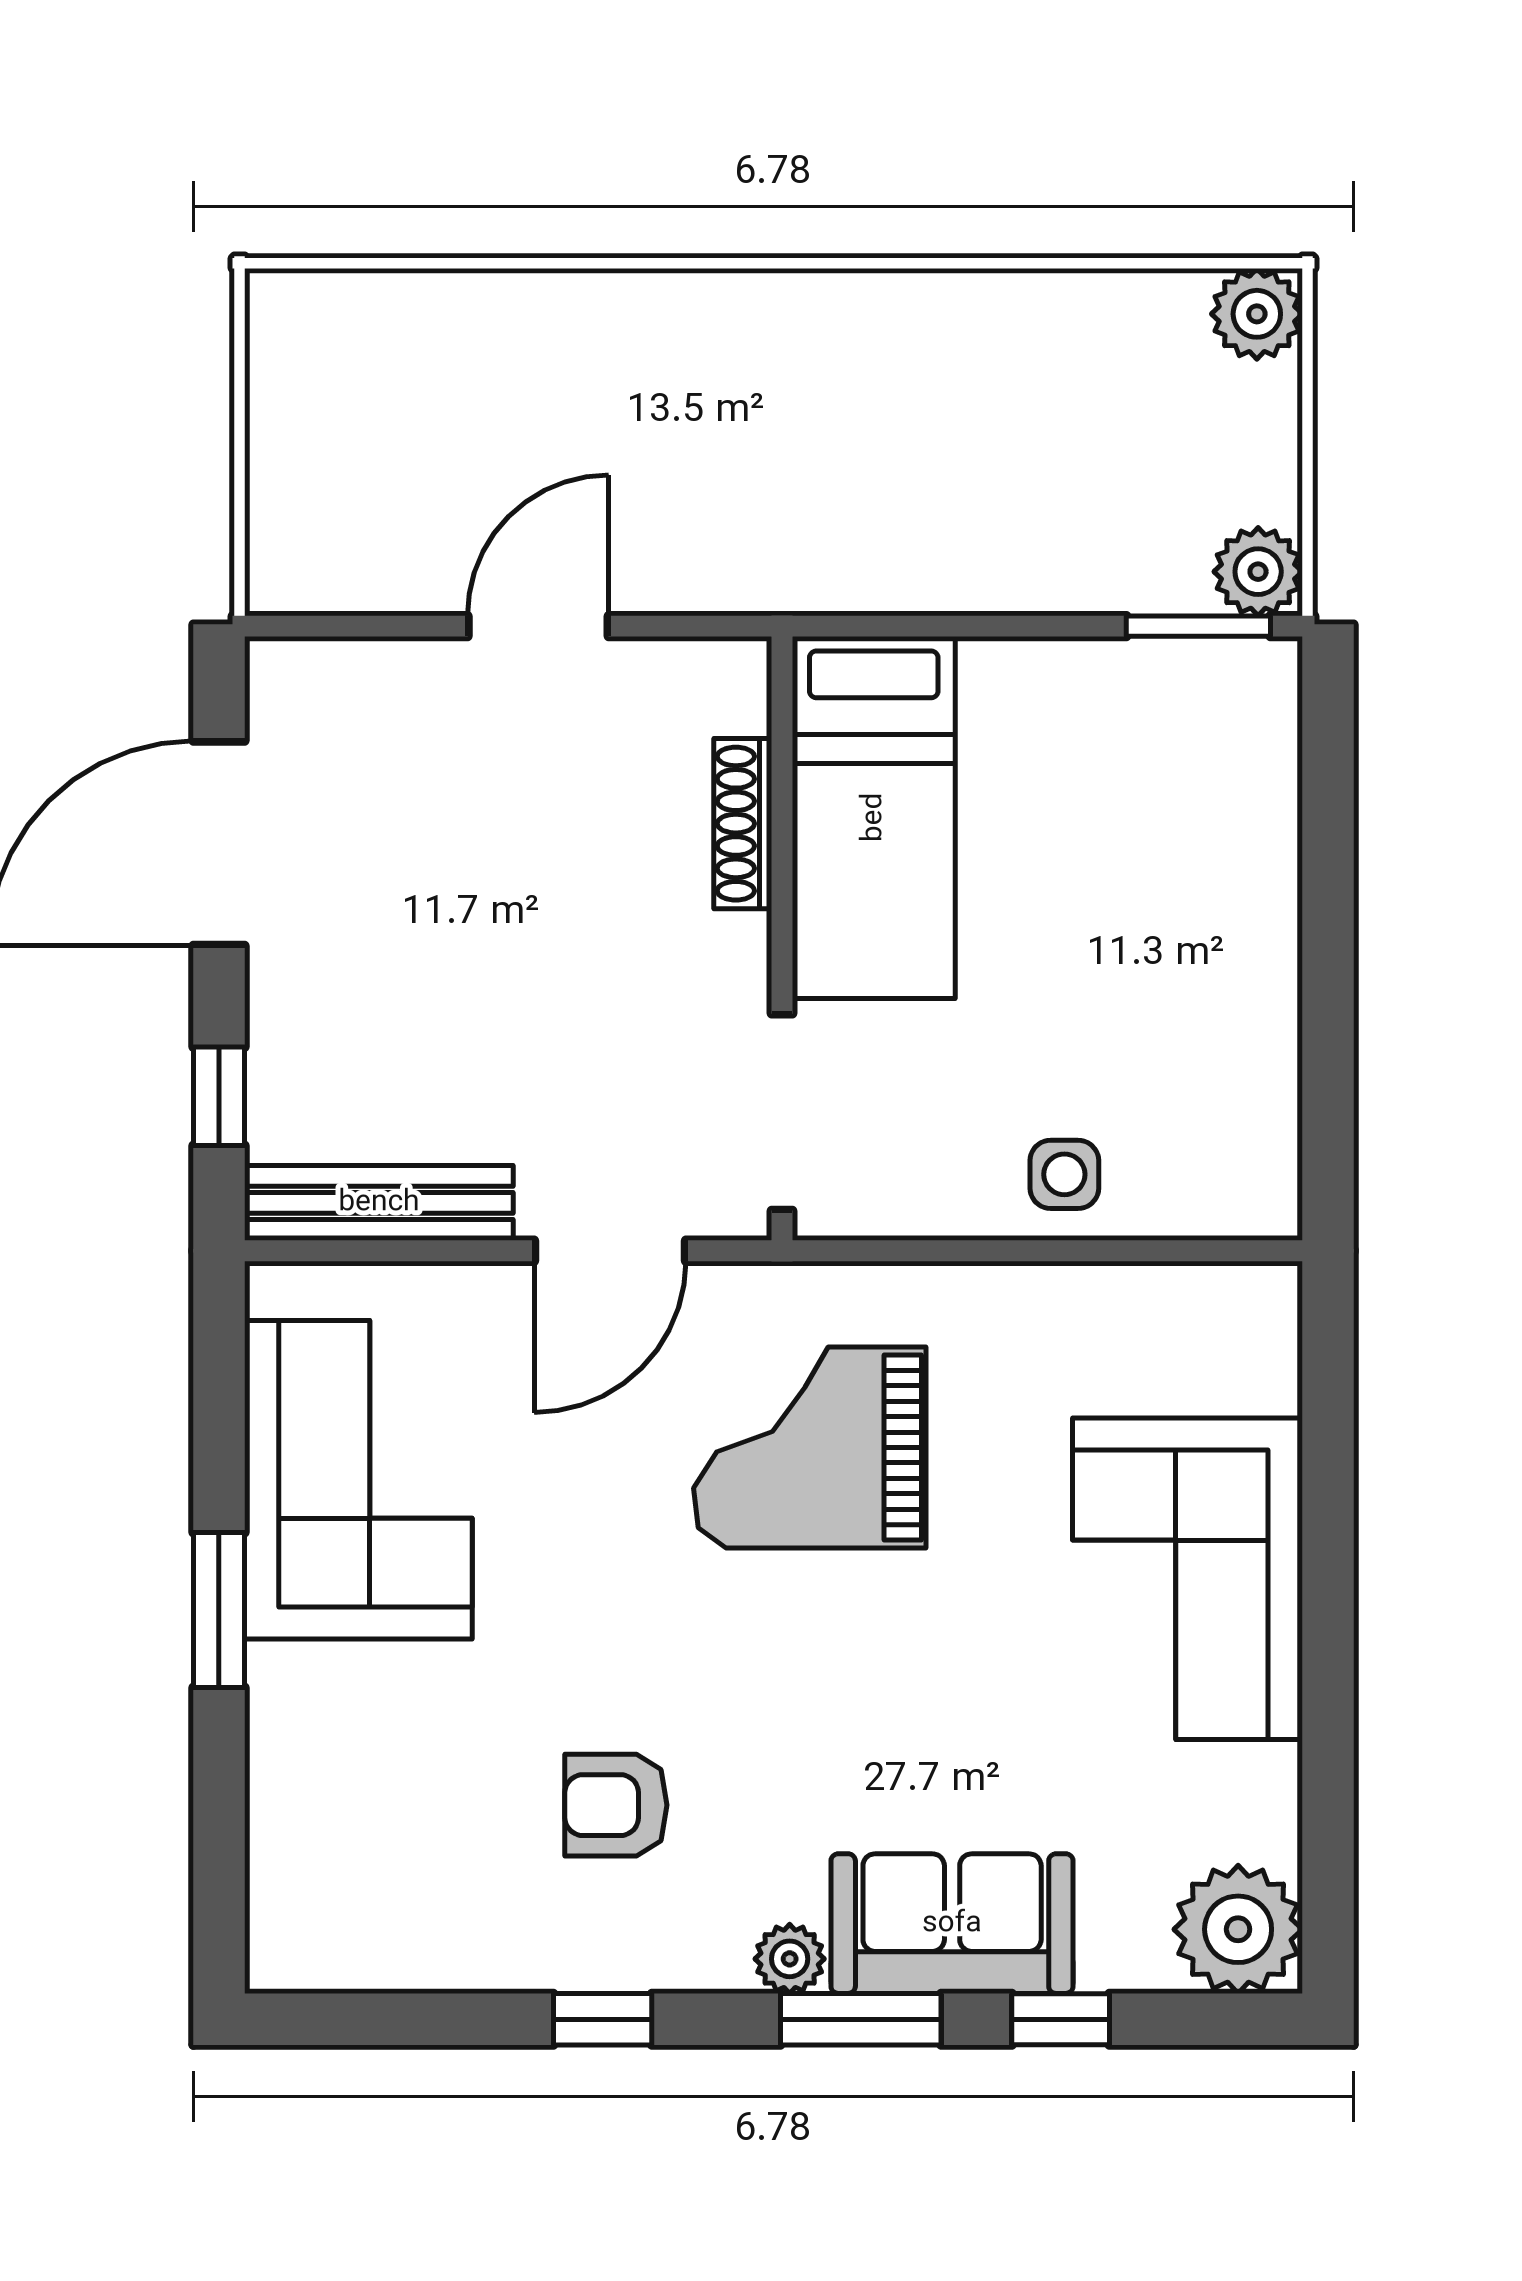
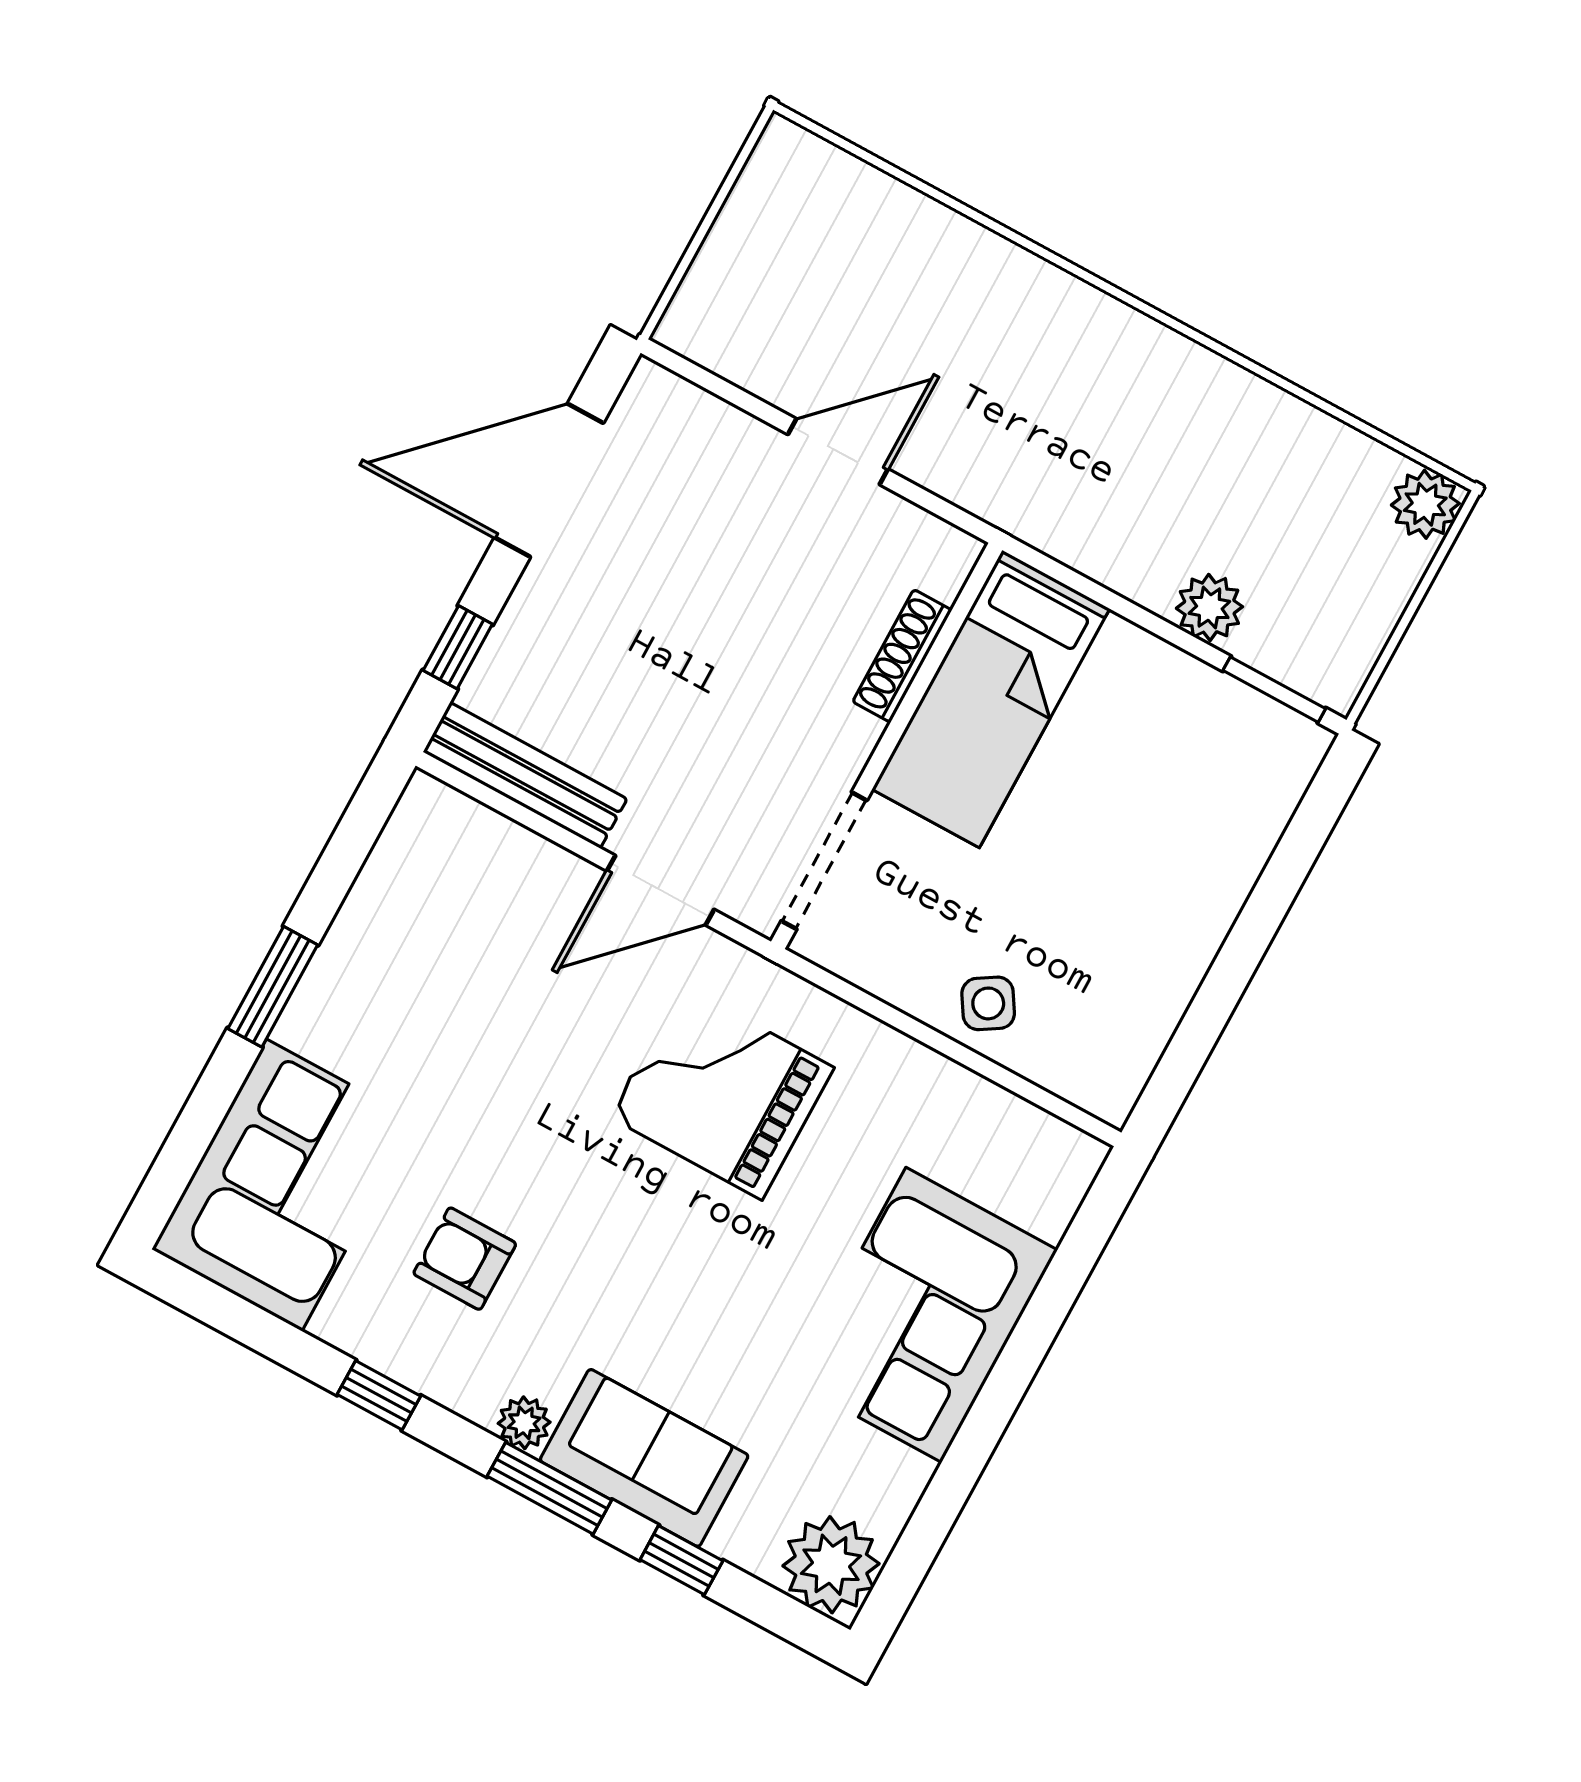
plant: (1258, 572) -> (1209, 607), moved
side table: (1064, 1174) -> (988, 1003), turned -32
corner sofa: (358, 1480) -> (284, 1185), moved

